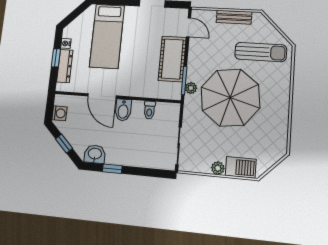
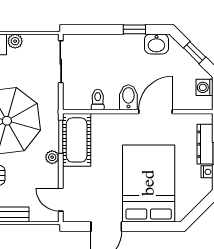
bed: (107, 36) -> (149, 183), width x1.50
cot: (172, 59) -> (77, 140), moved
plant: (191, 88) -> (52, 157), moved
door: (102, 96) -> (156, 112), hinge flipped

